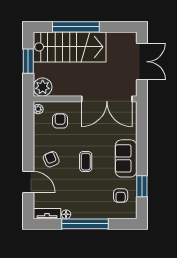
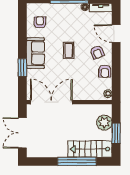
stairs: (70, 47) -> (90, 149), width x0.73, depth x0.66
plant: (43, 87) -> (104, 123), moved
armchair: (60, 121) -> (105, 71), moved
window: (142, 186) -> (22, 67), moved

